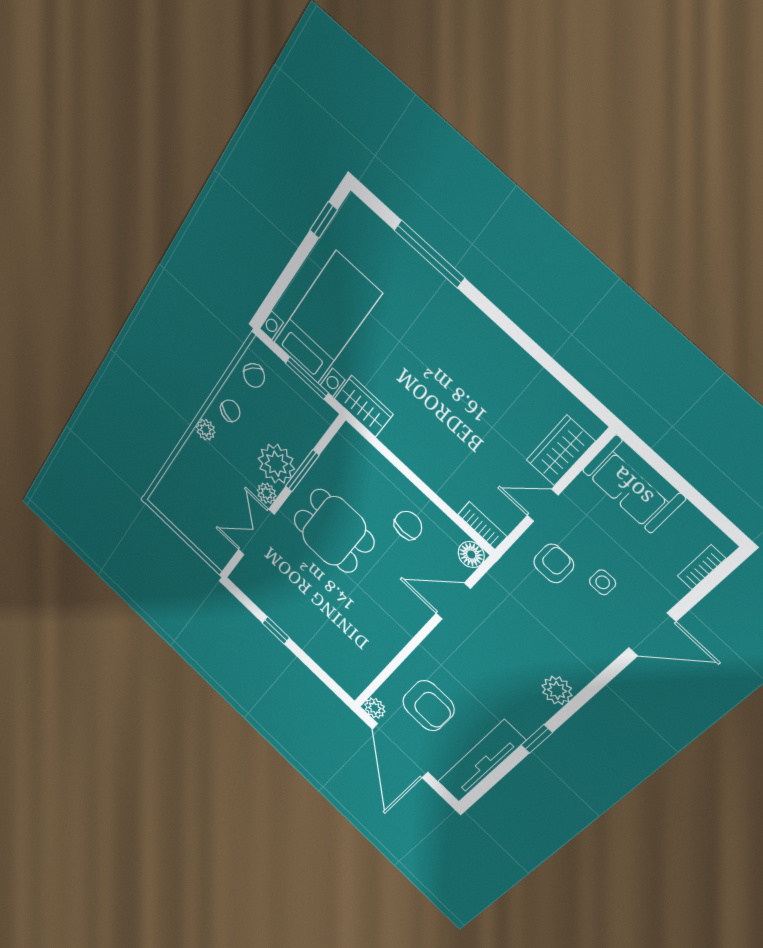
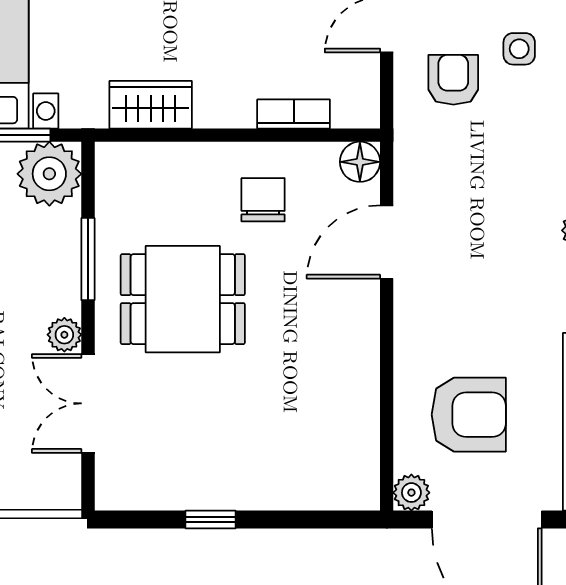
wardrobe: (364, 406) -> (151, 105), moved
plant: (276, 464) -> (49, 174), moved
bookcase: (482, 525) -> (294, 114), moved

